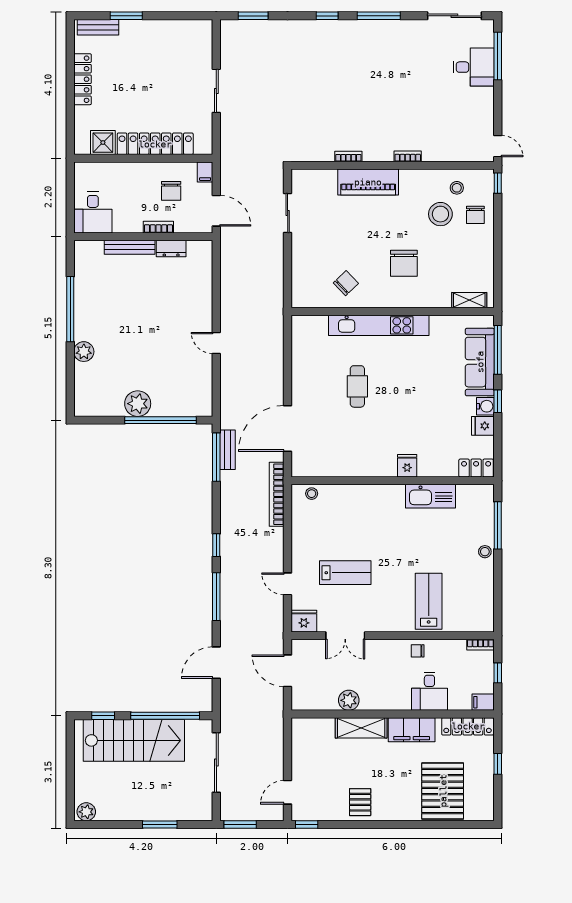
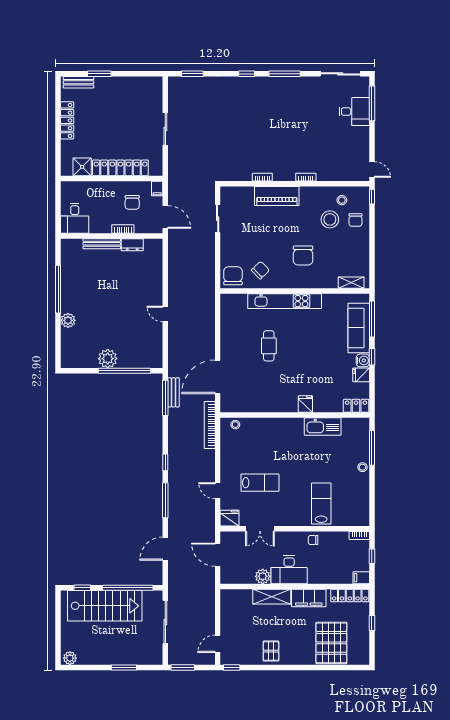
chair: (308, 291) -> (233, 276), added
desk: (429, 691) -> (289, 570), moved, width x1.37

